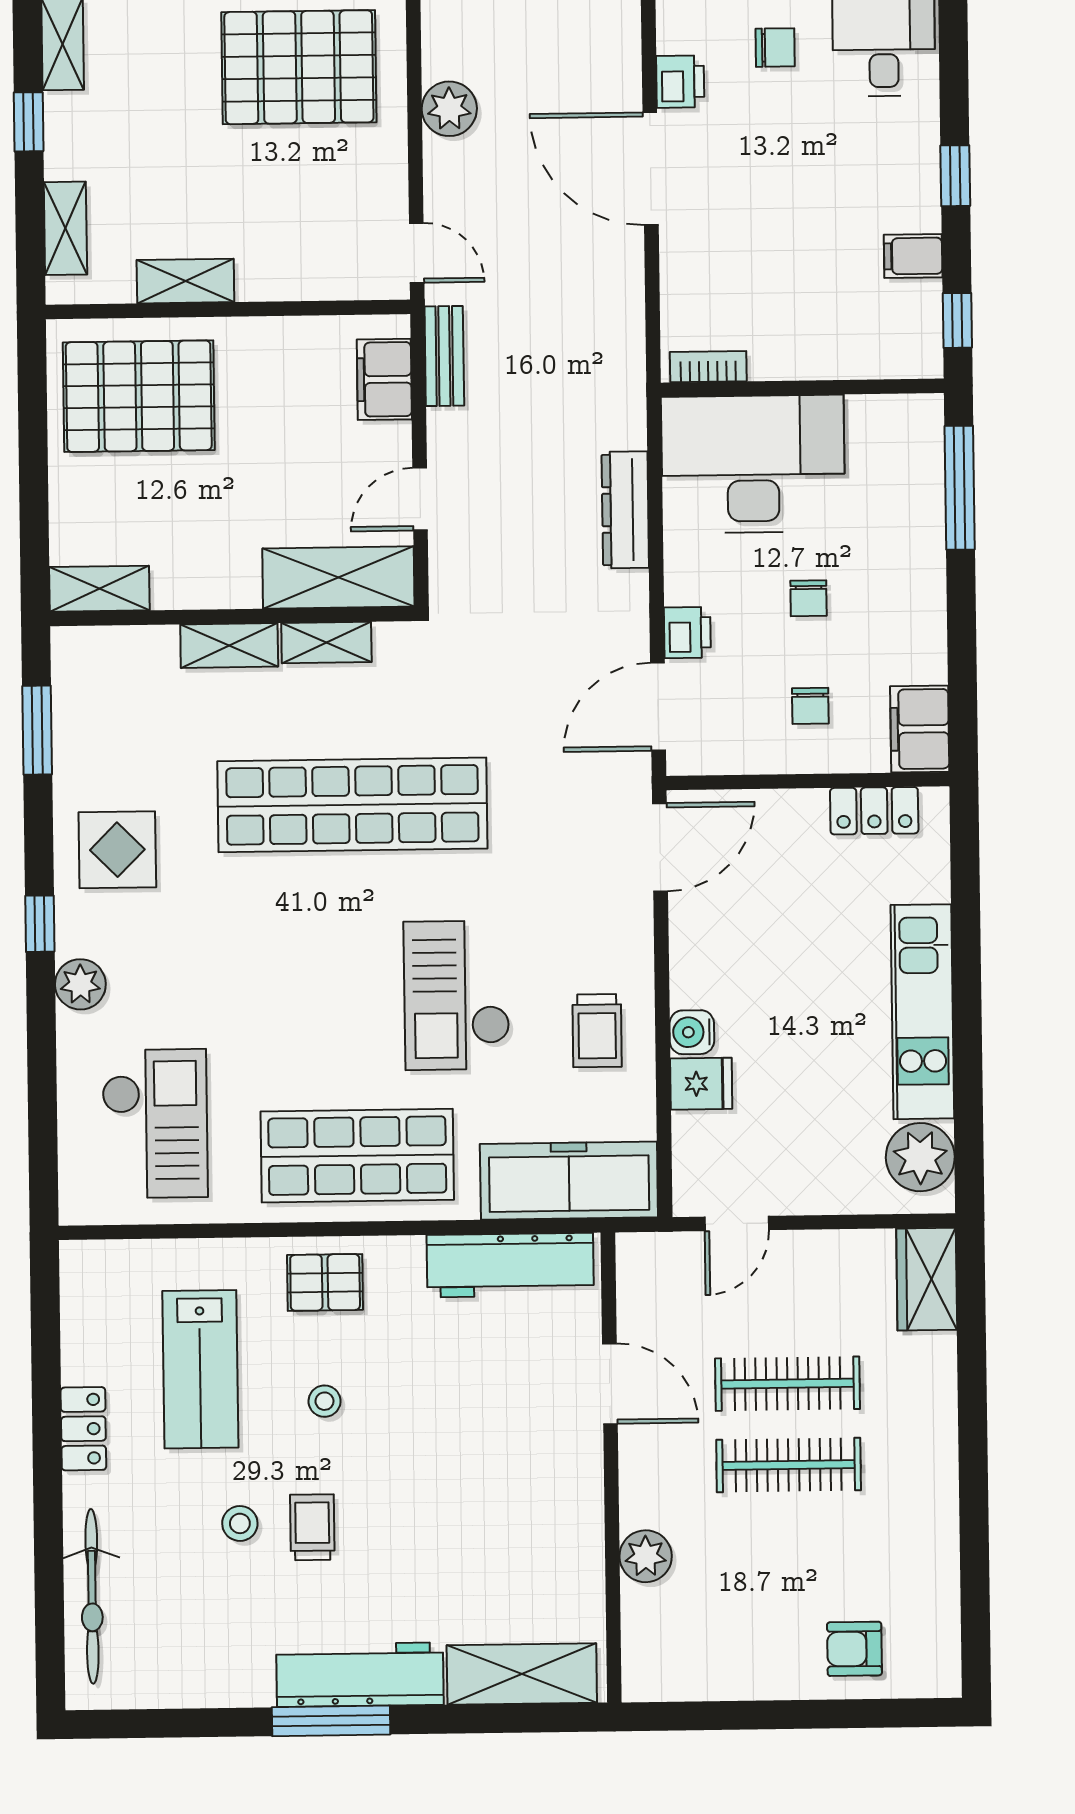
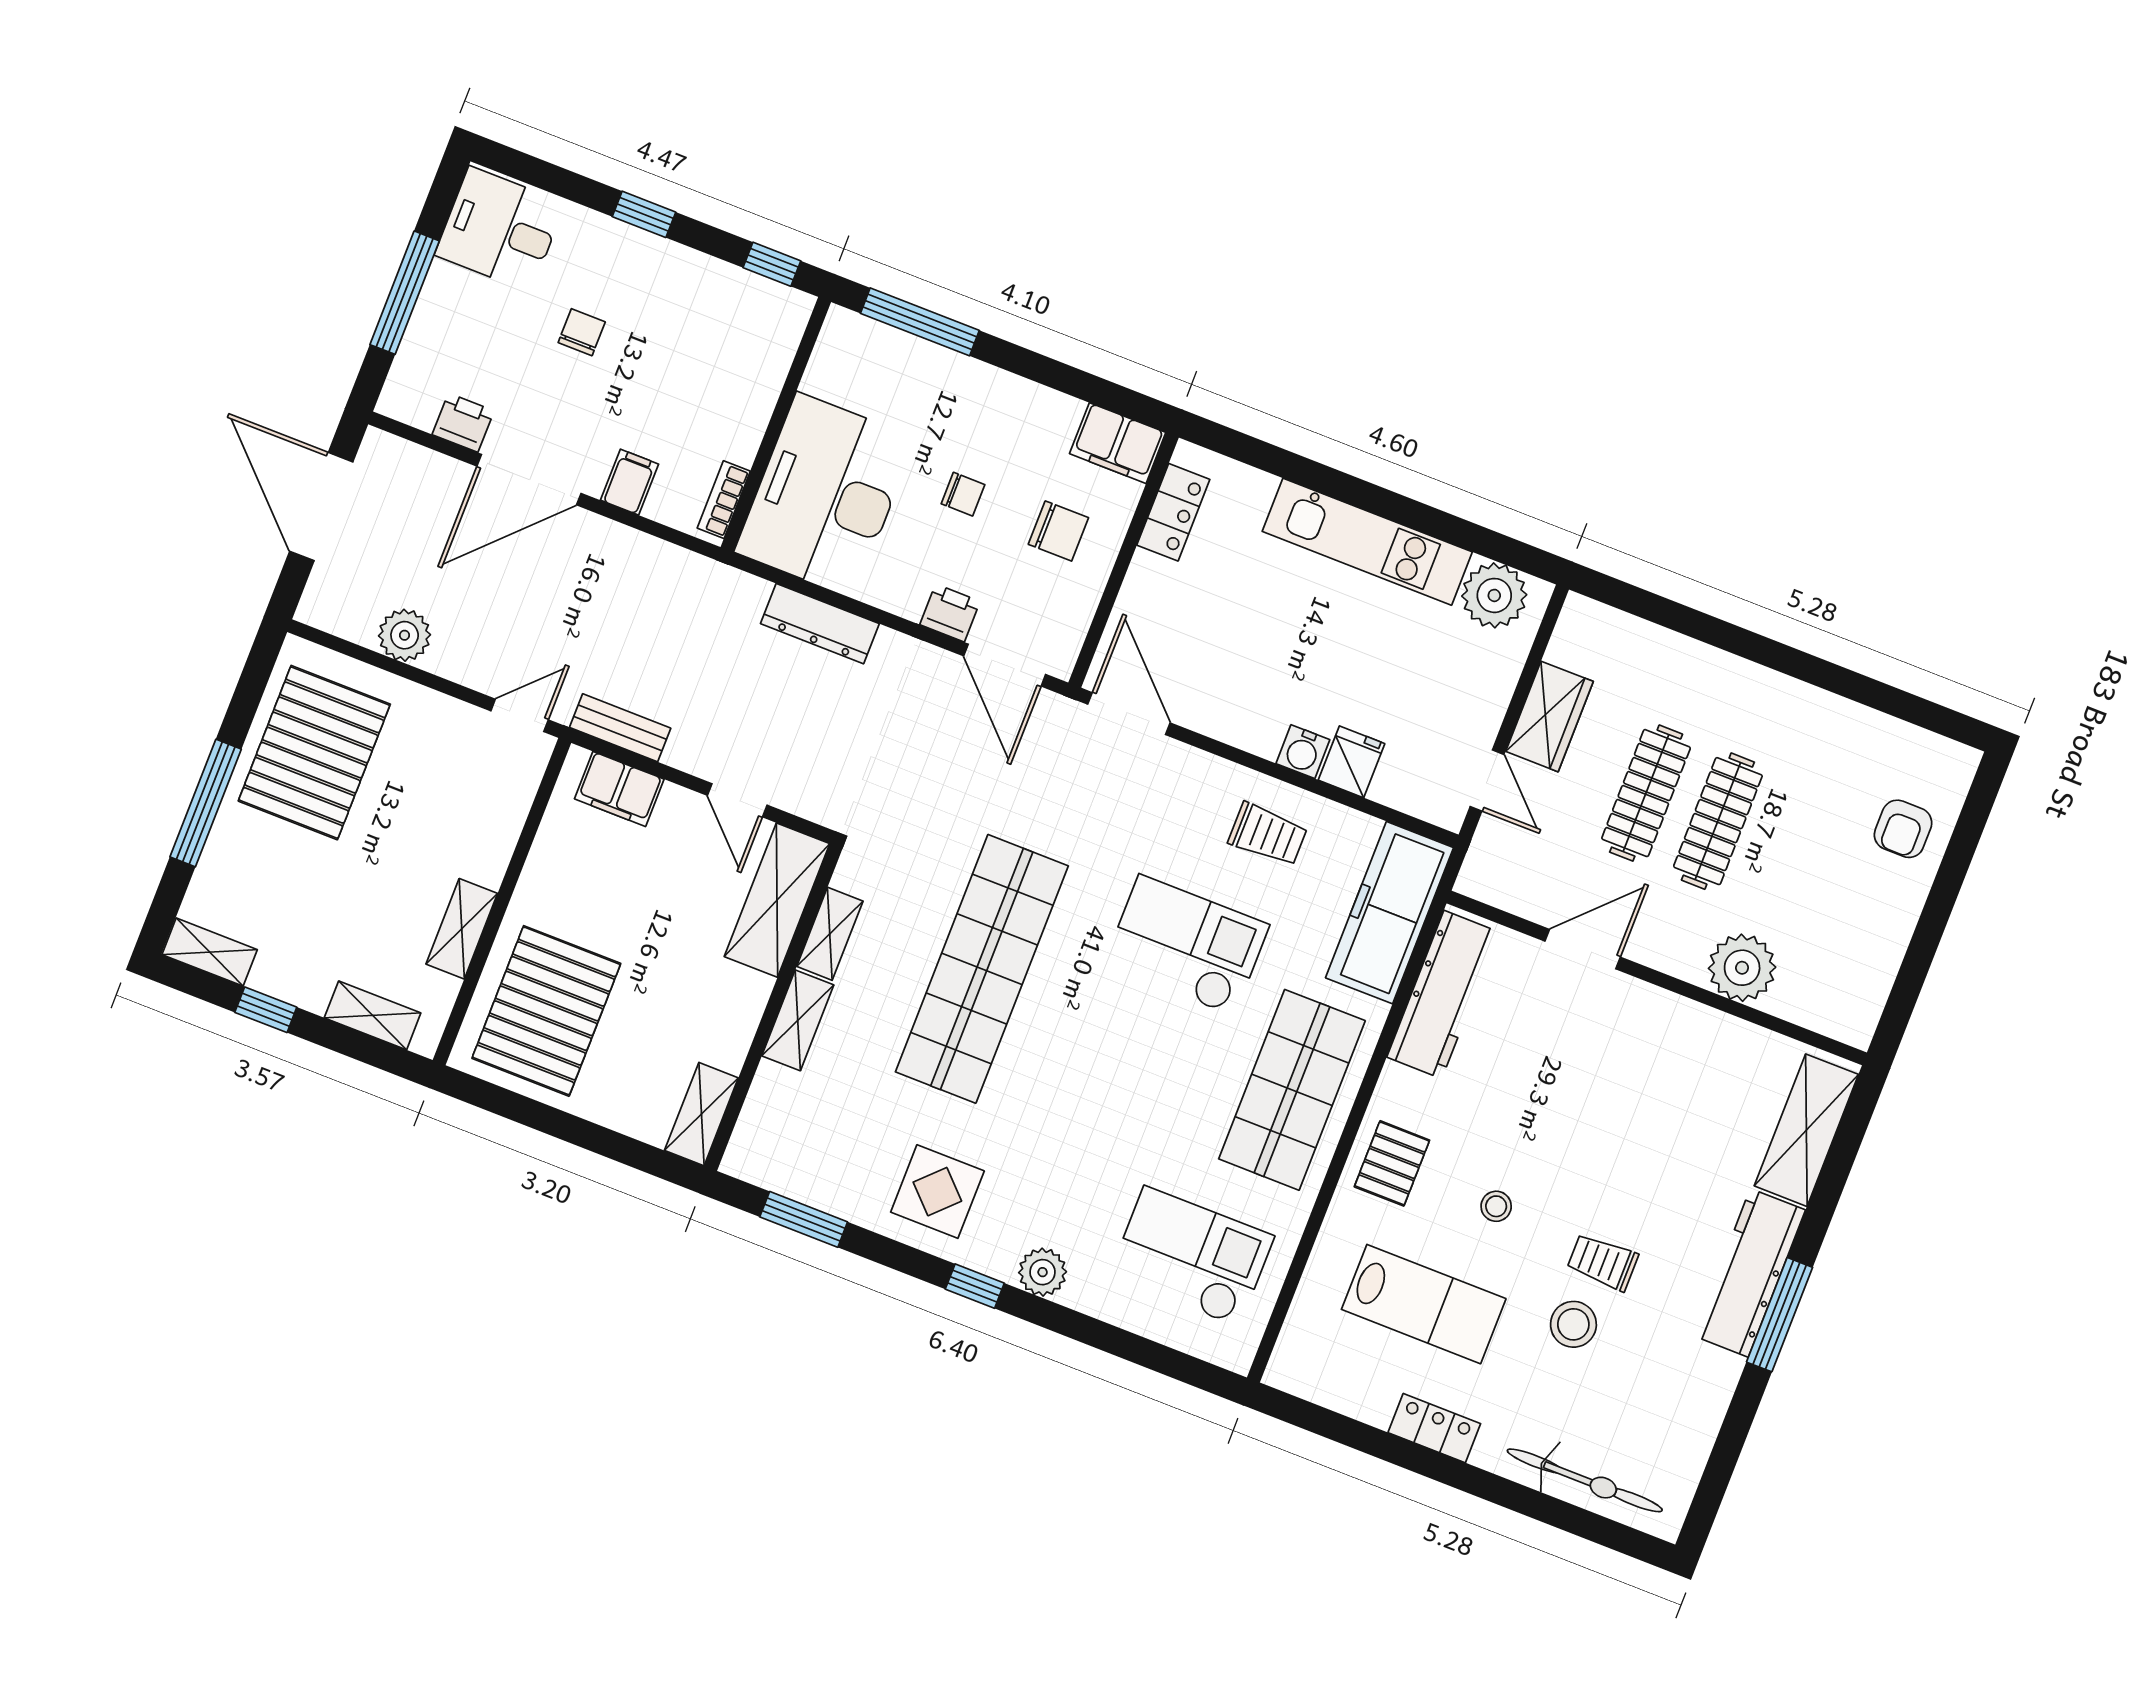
chair: (775, 48) -> (582, 332), moved
filing cabinet: (913, 256) -> (630, 482), moved, turned 180
chair: (810, 706) -> (1058, 531), width x1.37, depth x1.37
checkout: (457, 995) -> (1186, 945), turned 180
wardrobe: (927, 1279) -> (1550, 716), moved, turned -90
stool: (240, 1523) -> (1573, 1324), width x1.37, depth x1.37
plant: (646, 1556) -> (1742, 968), width x1.36, depth x1.36

